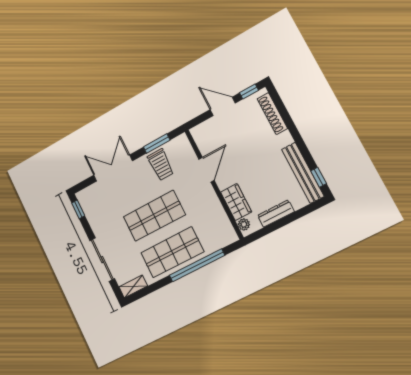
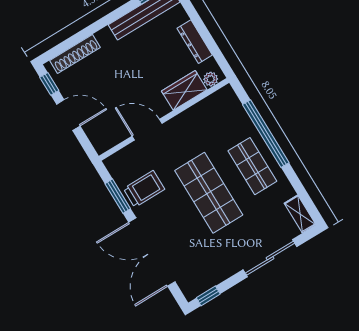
door: (223, 106) -> (68, 115), swing flipped
double door: (113, 168) -> (152, 252), width x1.36
shop shelf: (172, 252) -> (252, 166), width x0.70, depth x0.74

